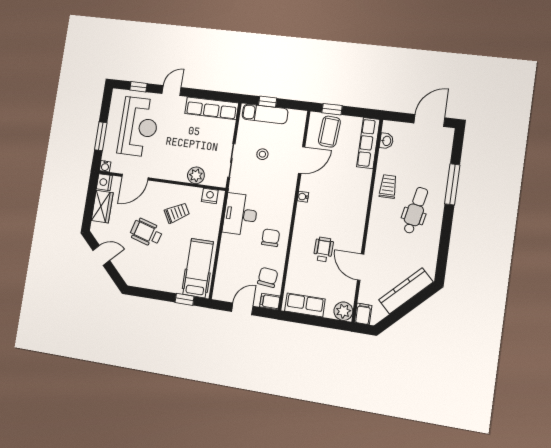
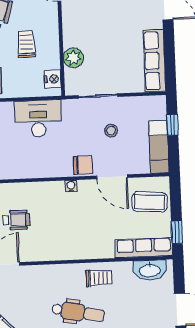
window: (332, 109) -> (177, 232), moved
exam couch: (265, 114) -> (159, 147), moved
washbasin: (386, 141) -> (150, 270), width x1.91, depth x1.45
trolley: (177, 213) -> (26, 44), turned -151
chair: (271, 238) -> (83, 165), moved

